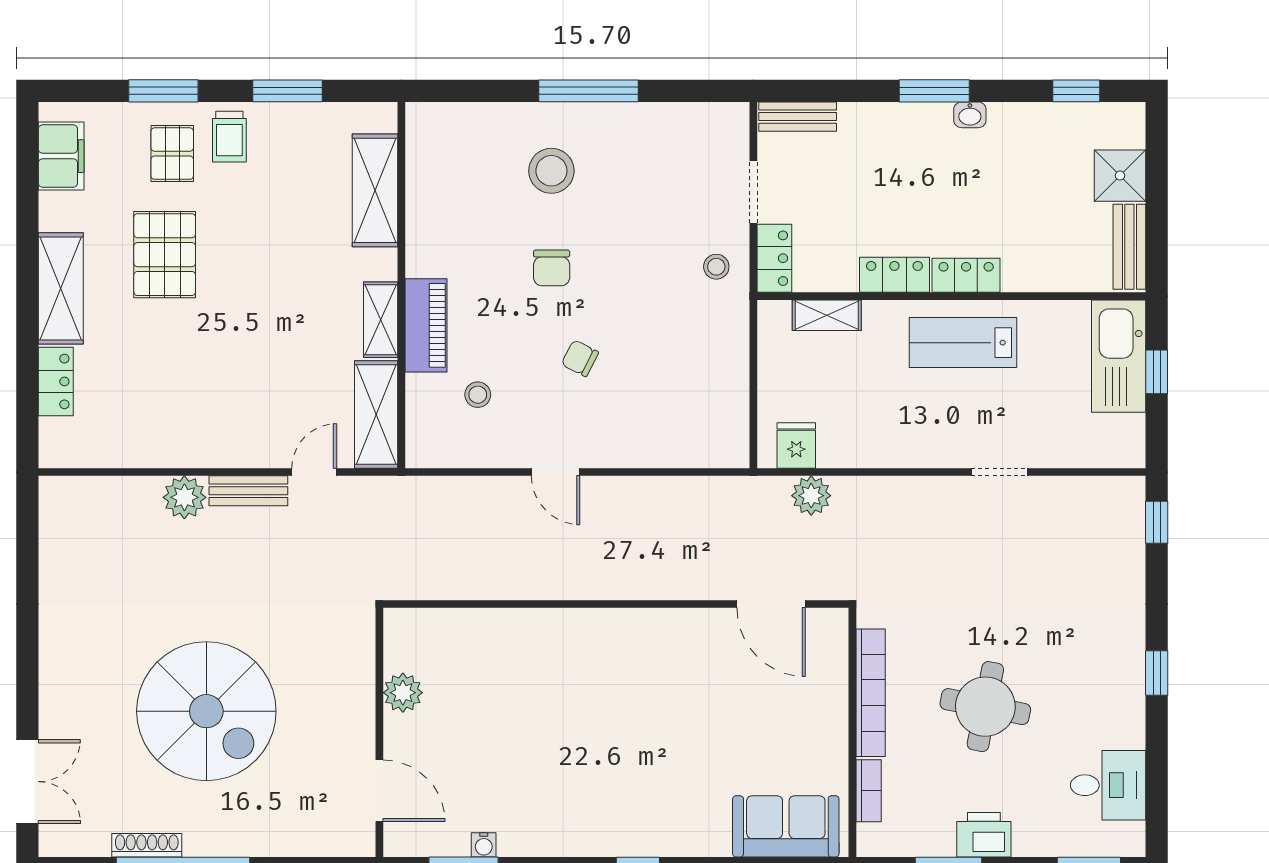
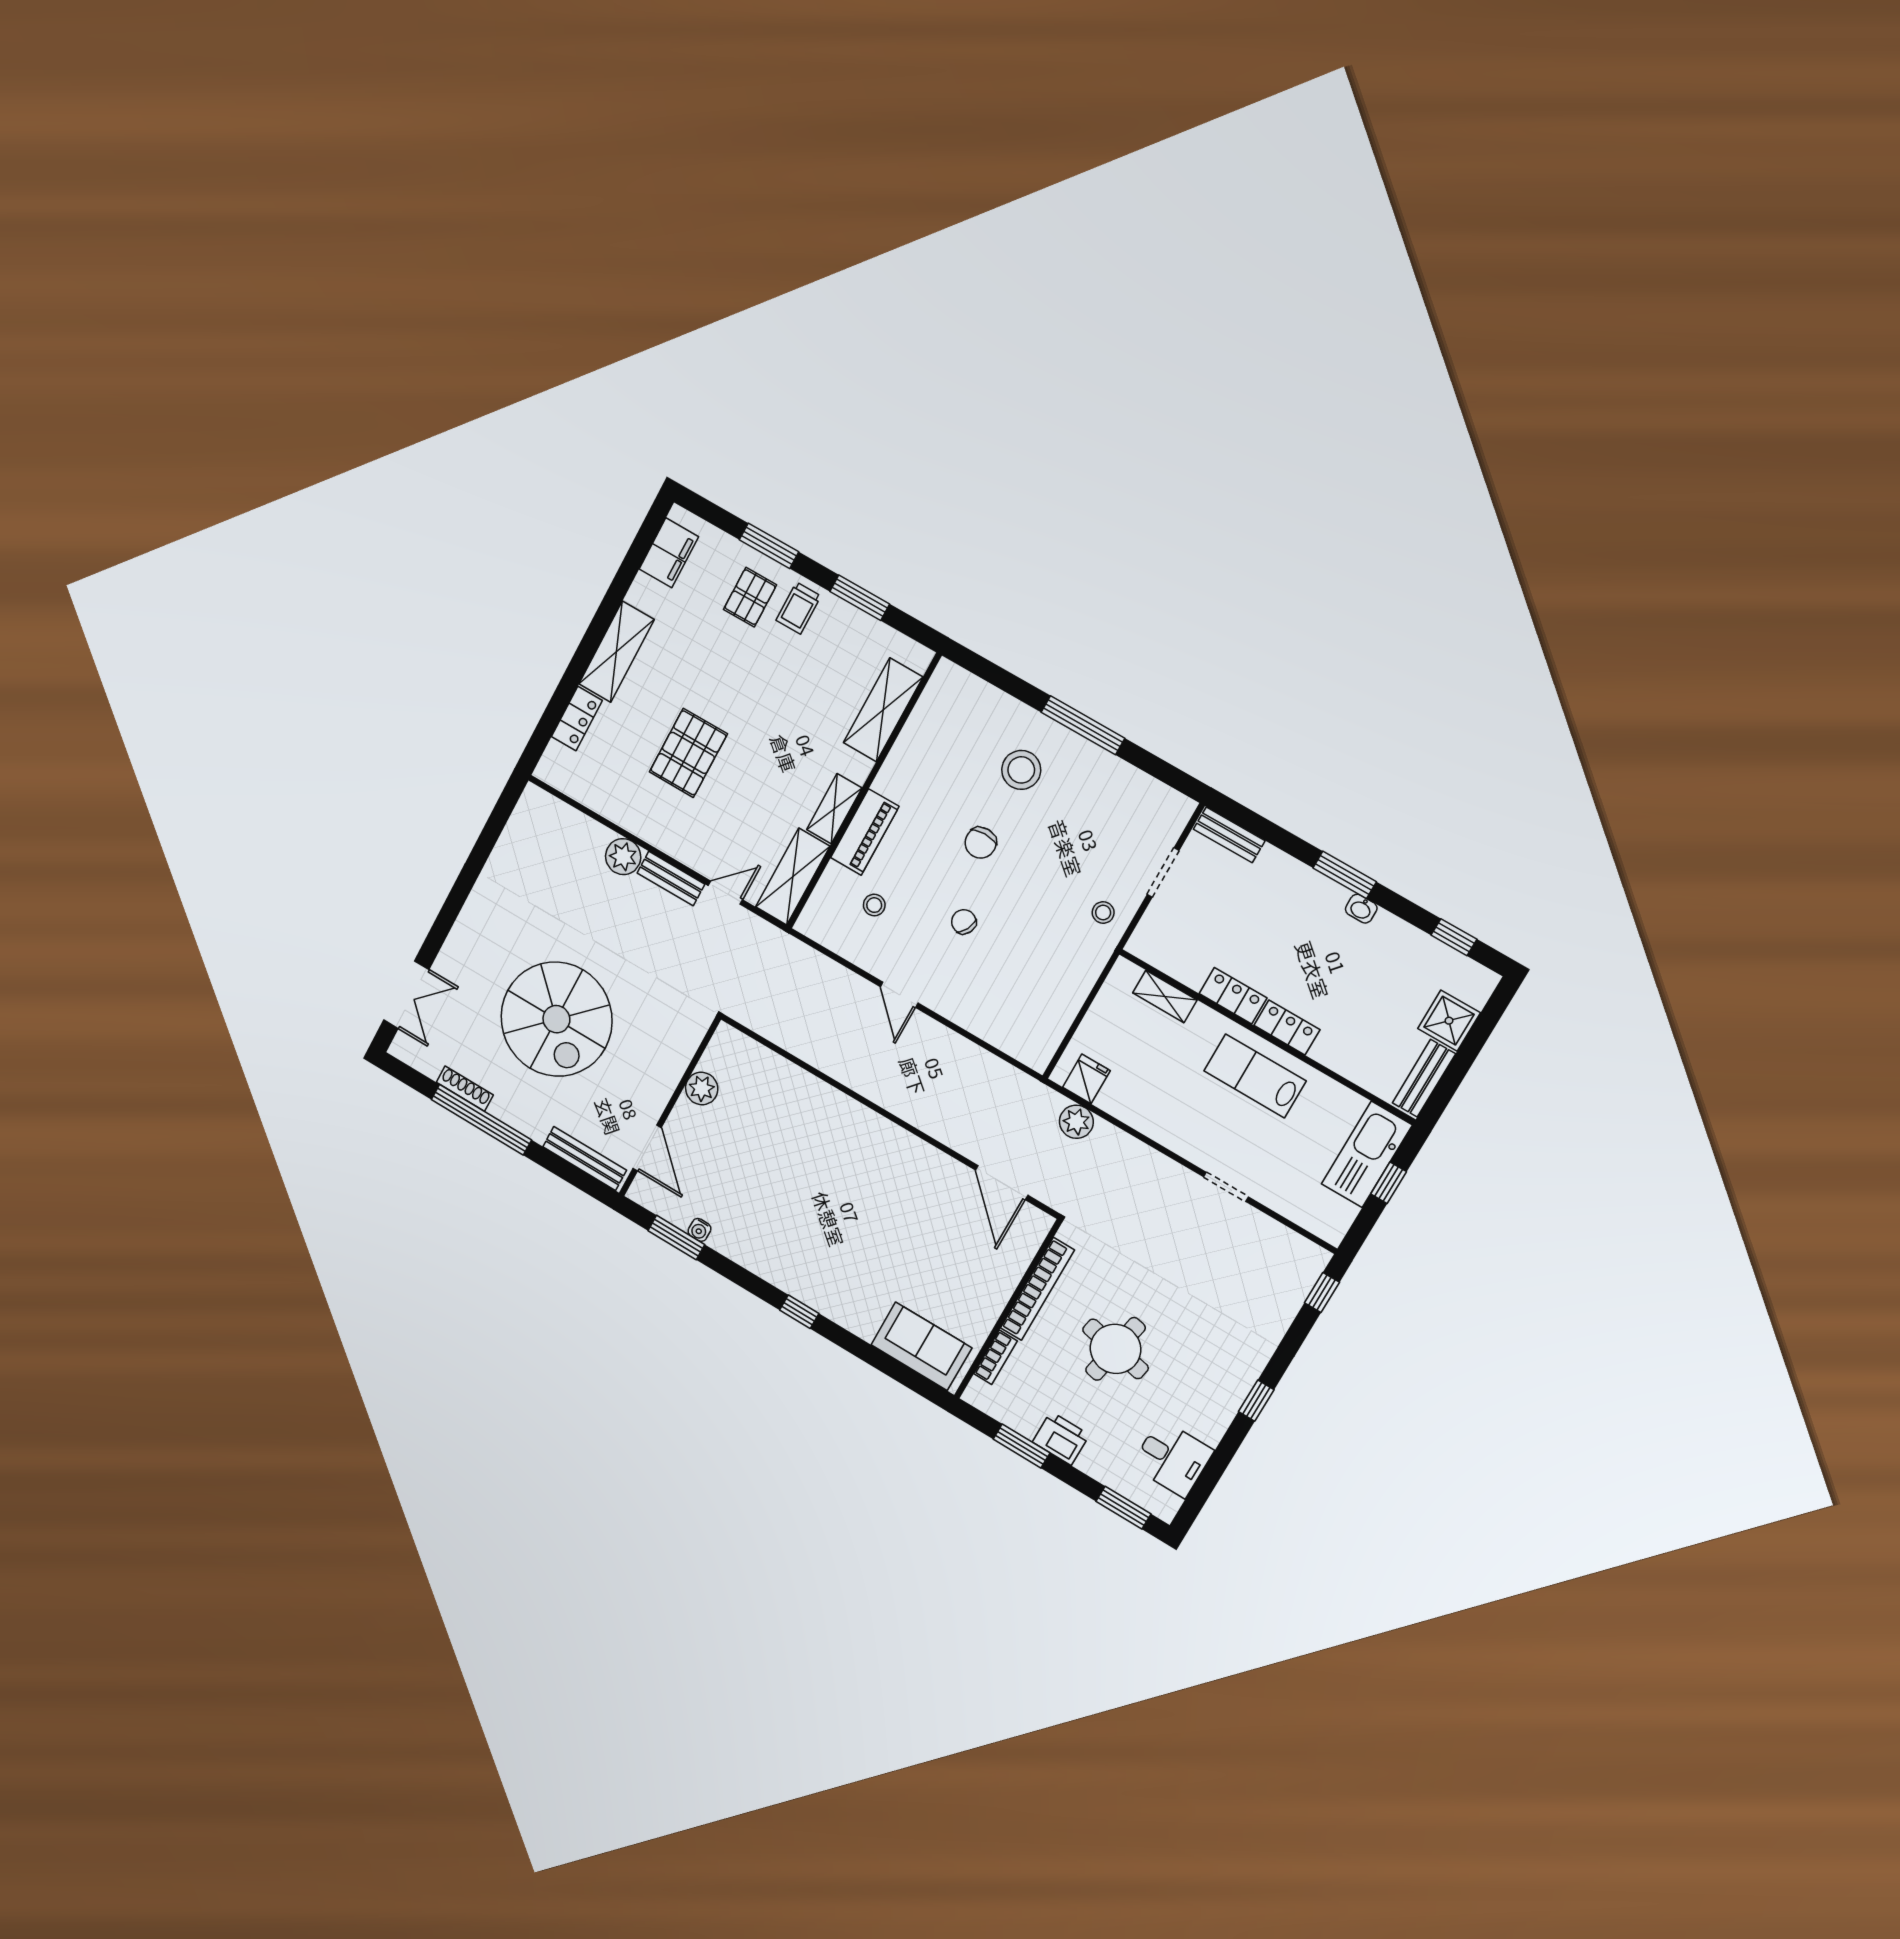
pallet: (165, 255) -> (688, 753), moved
locker: (774, 258) -> (1150, 931), removed
bench: (318, 842) -> (585, 1158), added

